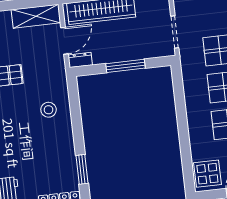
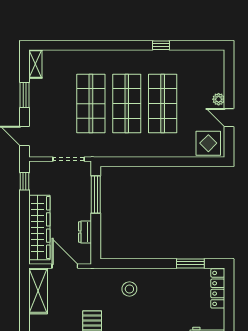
dresser: (80, 60) -> (85, 232), moved
window: (126, 66) -> (96, 194), moved

